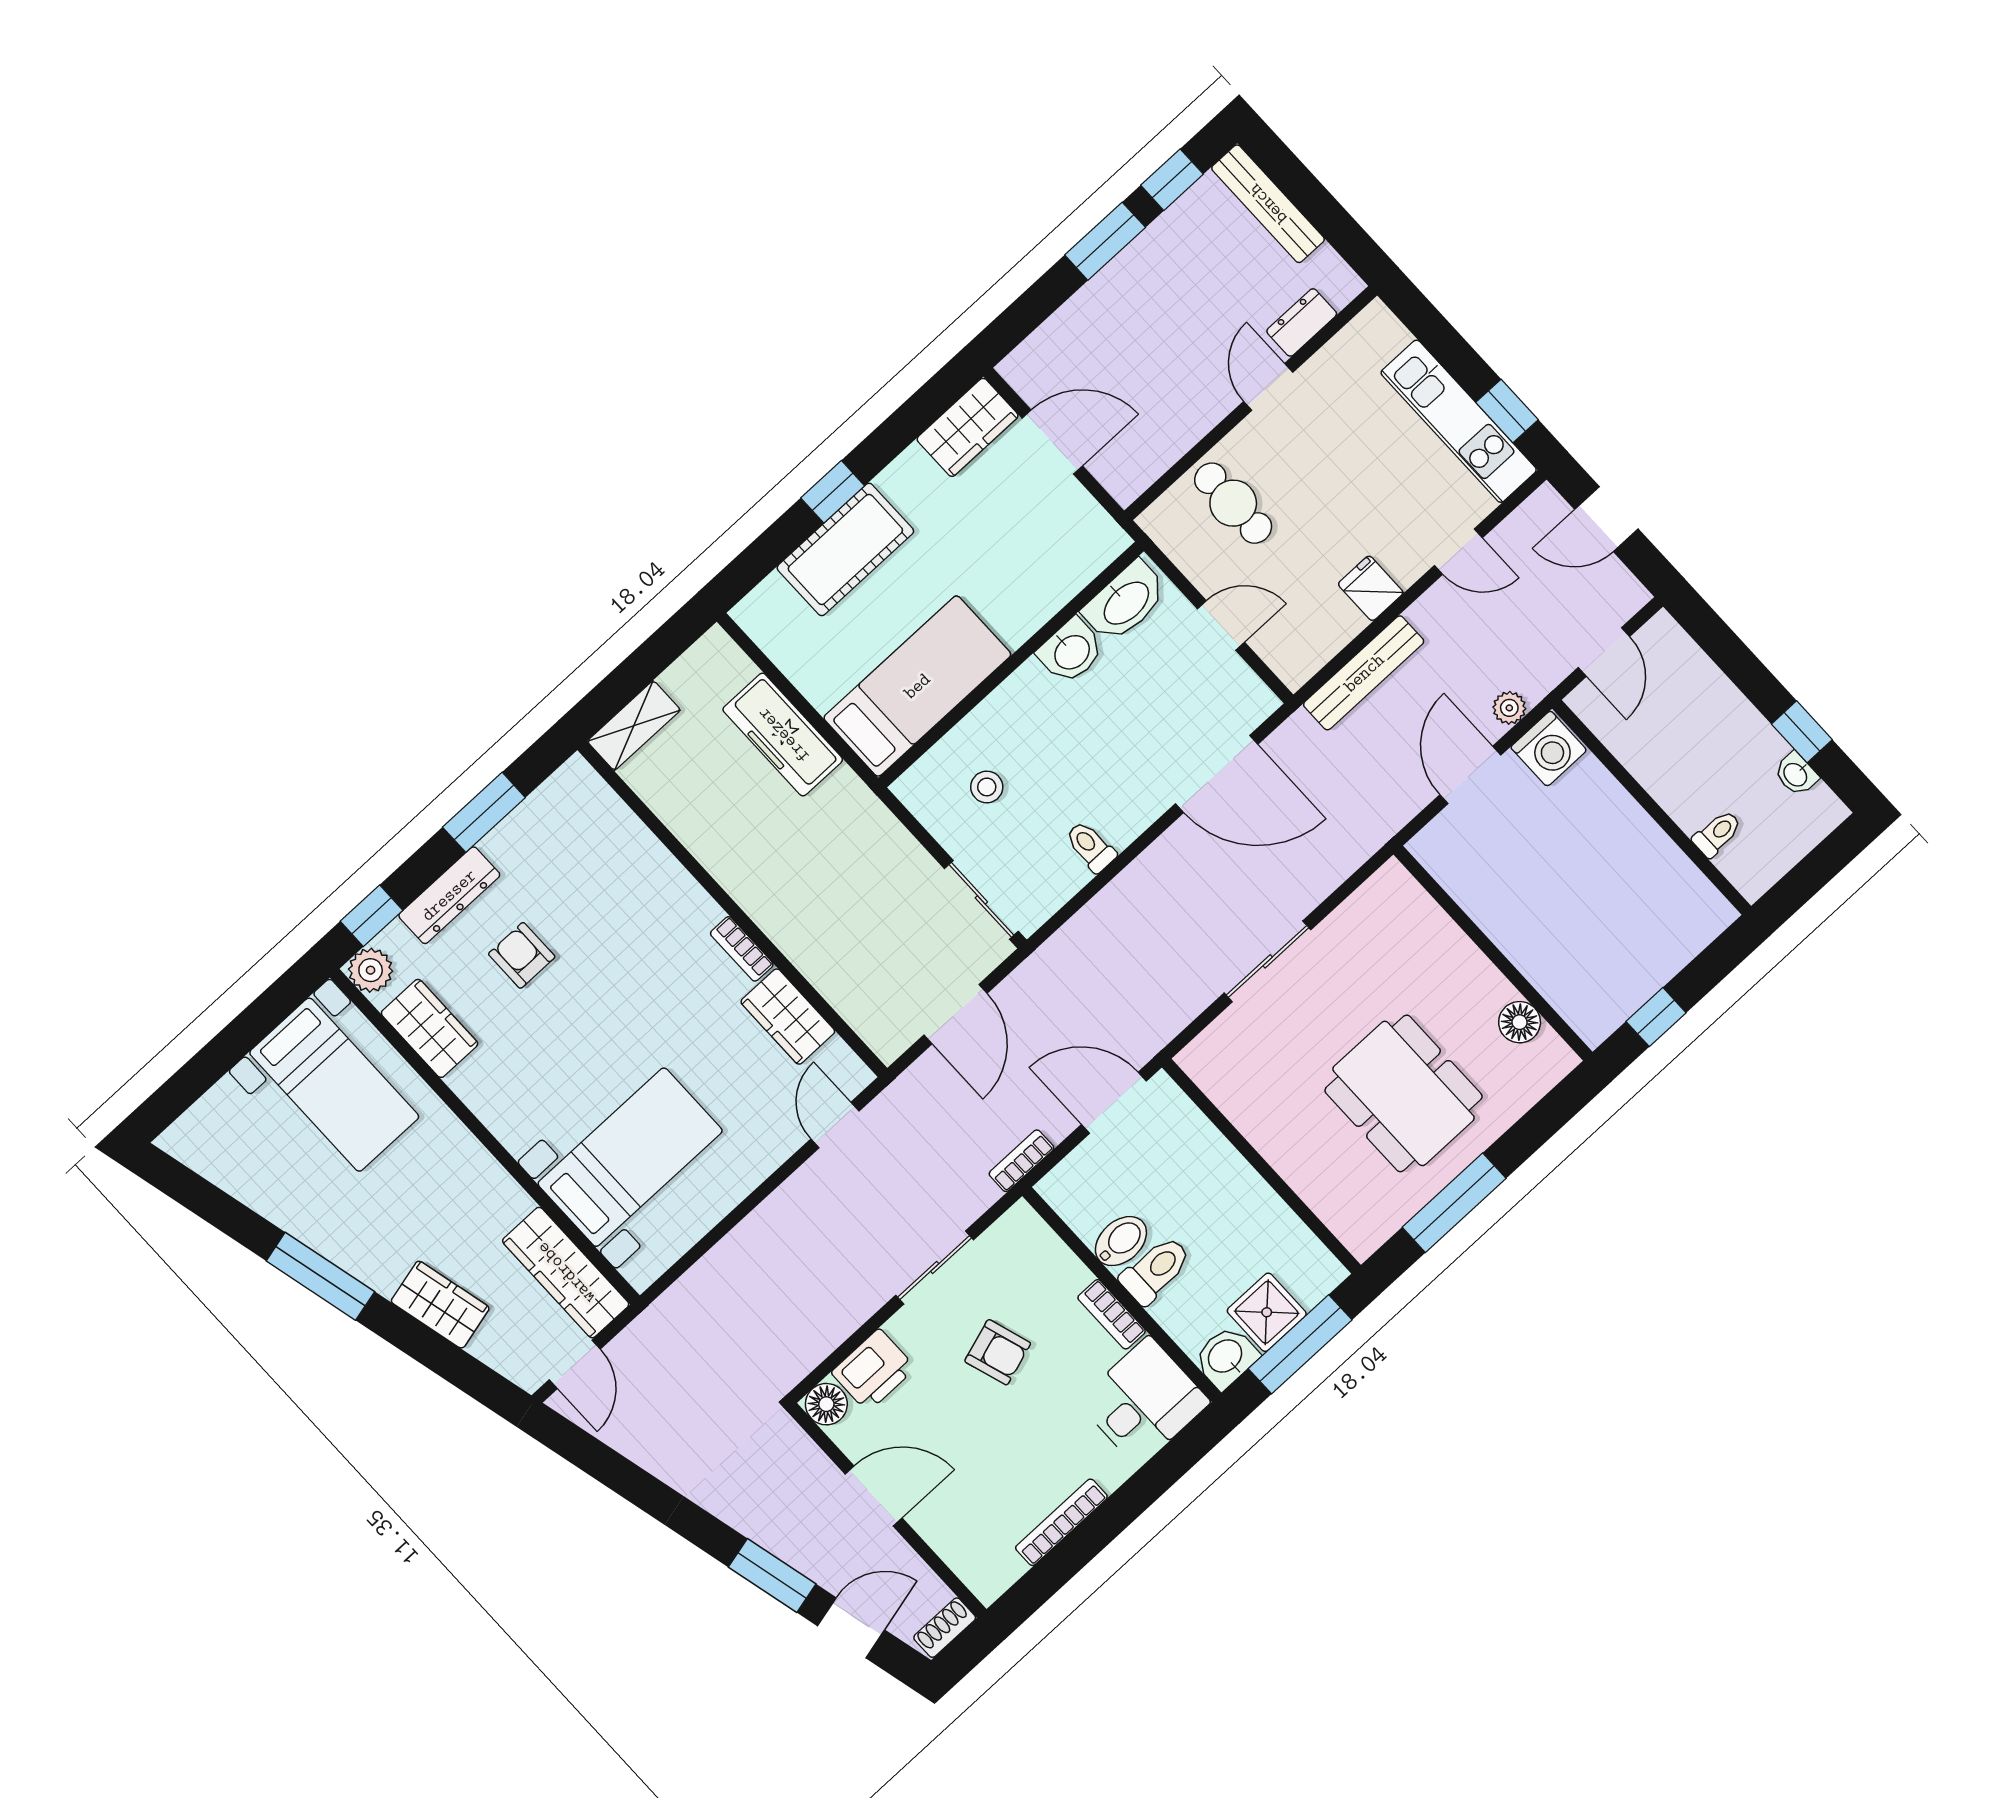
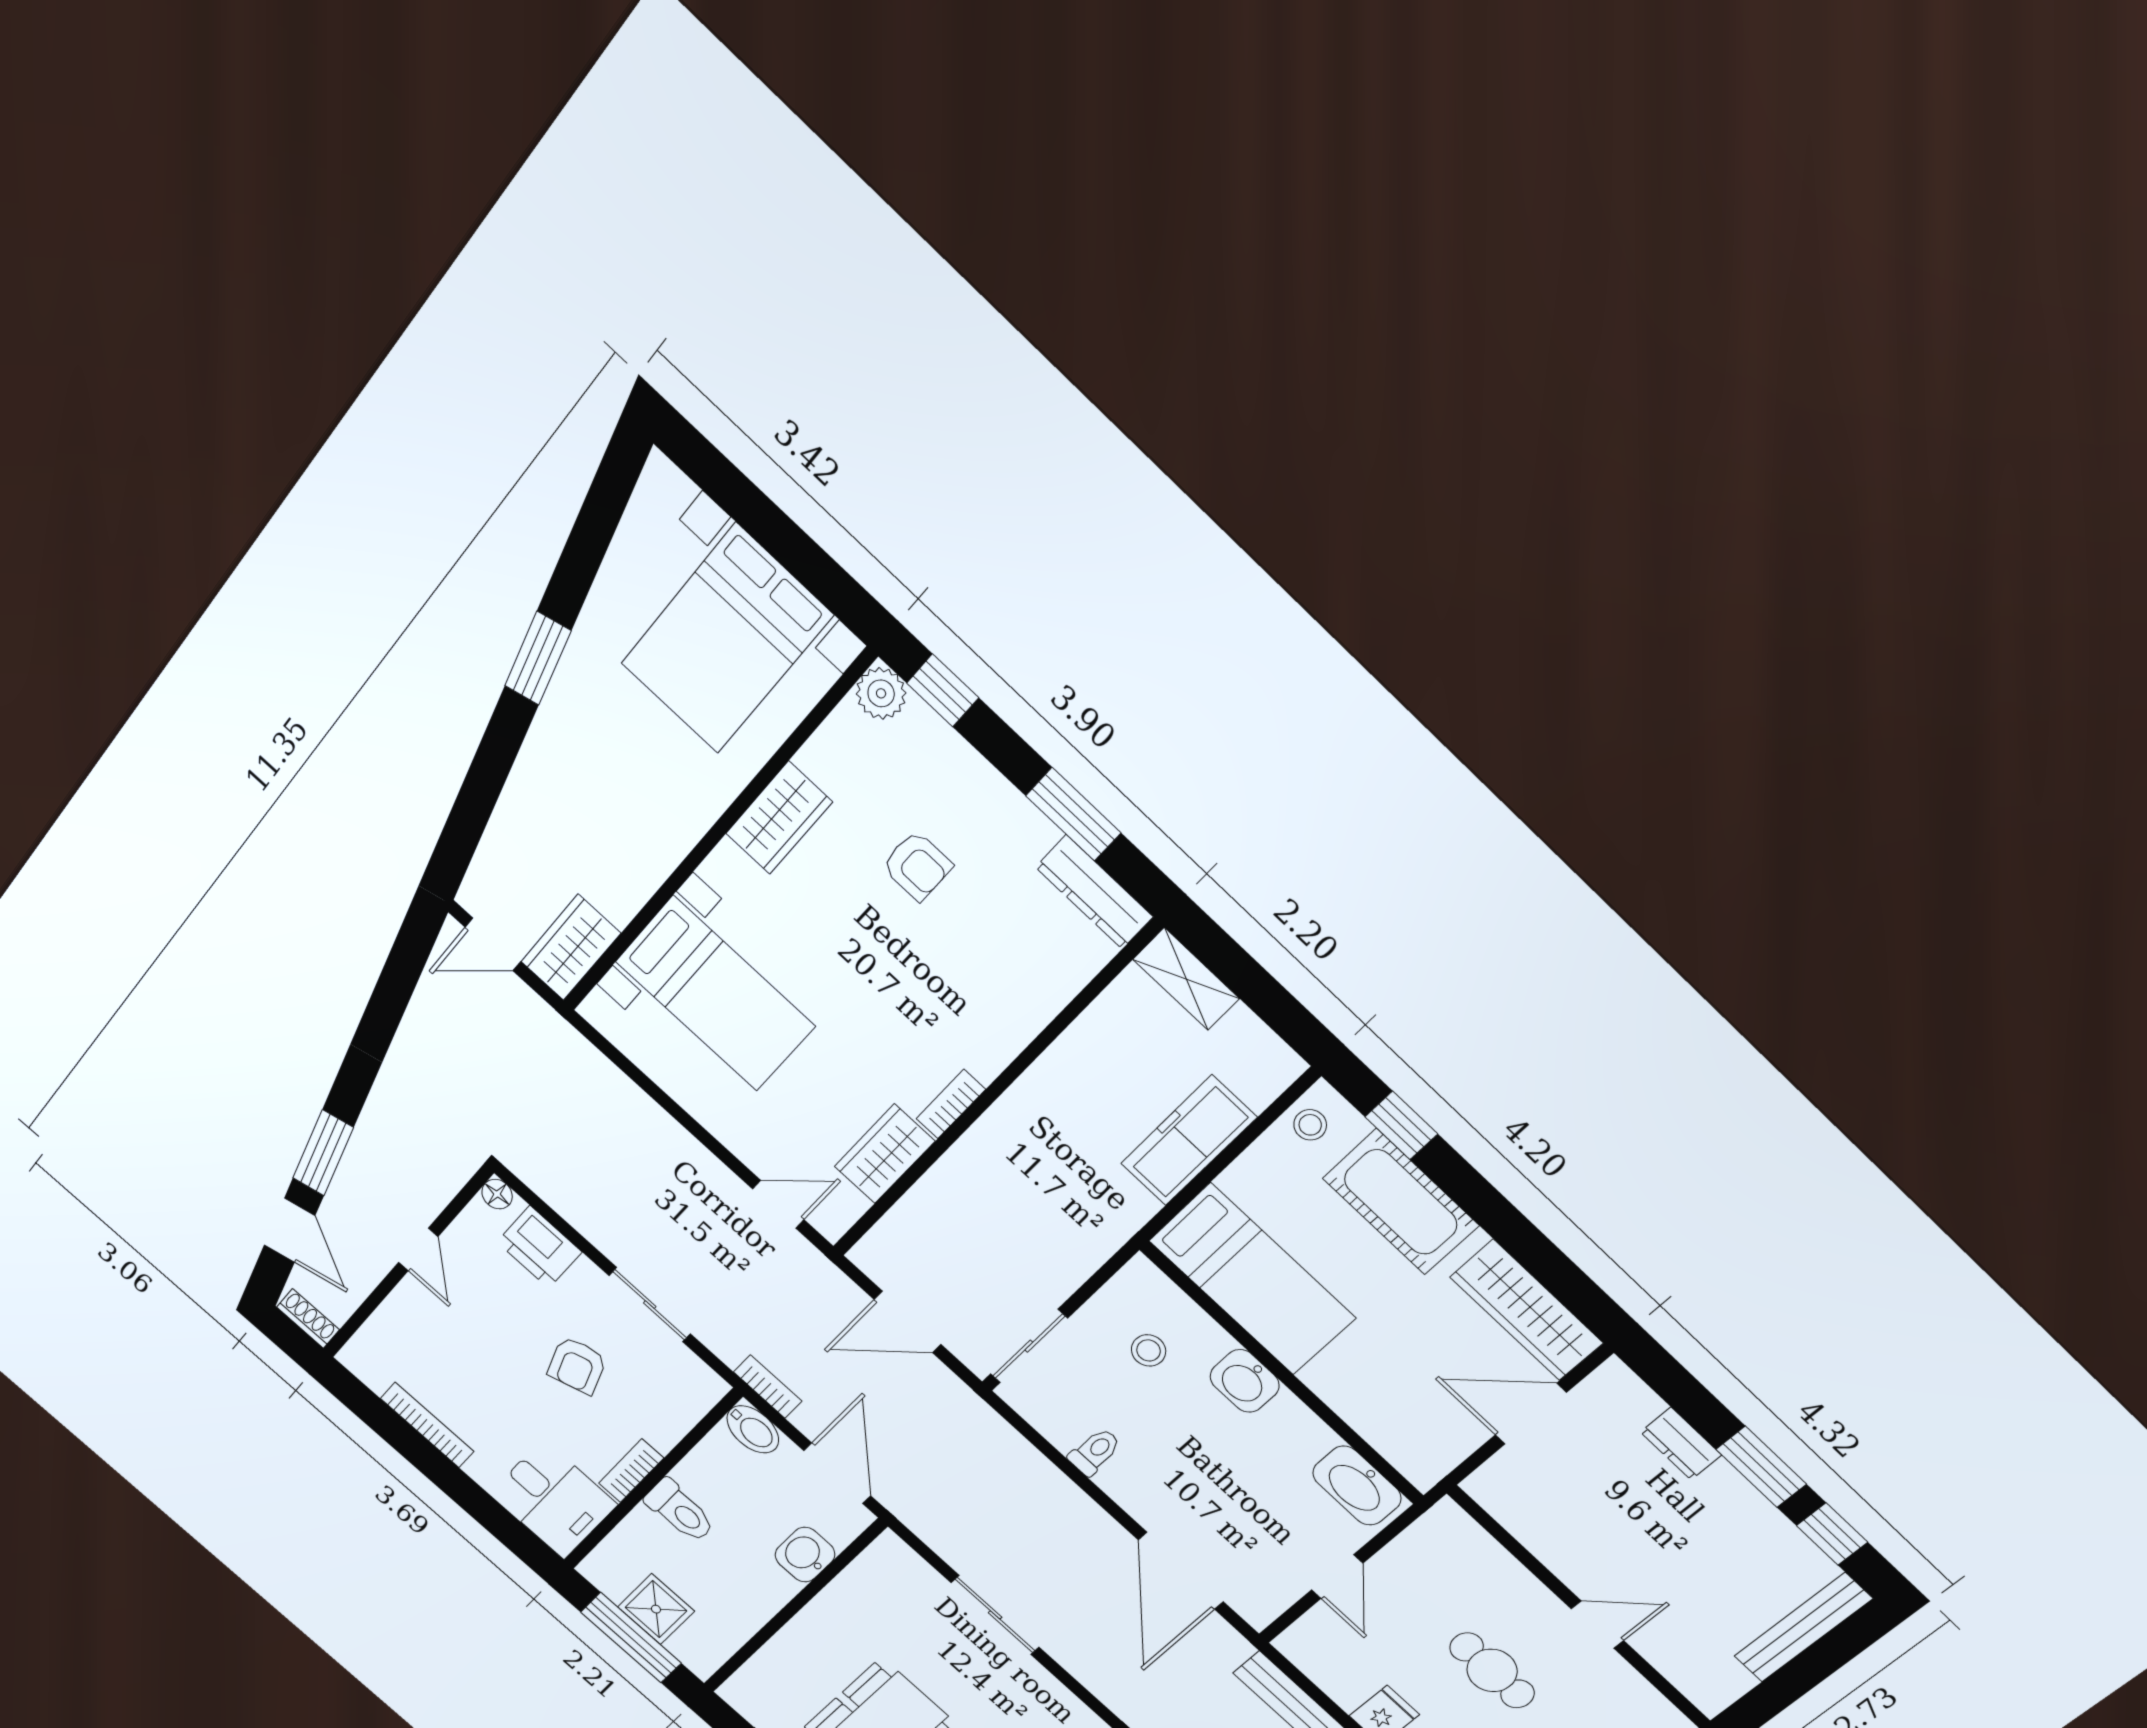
dresser: (1302, 322) -> (1681, 1444), moved, turned 180
wardrobe: (968, 427) -> (1527, 1310), width x1.50
door: (1052, 442) -> (1531, 1414), swing flipped
window: (833, 492) -> (1401, 1125), moved
cafe table: (1233, 503) -> (1492, 1670), moved, turned 90
stool: (771, 625) -> (1310, 1125), added
washbasin: (1071, 651) -> (1245, 1381), moved
dresser: (449, 895) -> (1094, 892), moved
armchair: (522, 955) -> (917, 866), turned 90
wardrobe: (429, 1028) -> (779, 818), moved
bed with nightstands: (334, 1085) -> (727, 639), width x1.36
bidet: (1121, 1241) -> (753, 1429), moved
wardrobe: (566, 1273) -> (571, 947), width x0.67
window: (320, 1276) -> (538, 658), width x0.69
wardrobe: (440, 1305) -> (530, 796), removed
washbasin: (1226, 1357) -> (805, 1555), moved, turned -90
floor lamp: (826, 1404) -> (497, 1194), width x0.73, depth x0.73
door: (874, 1496) -> (418, 1250), width x0.73

